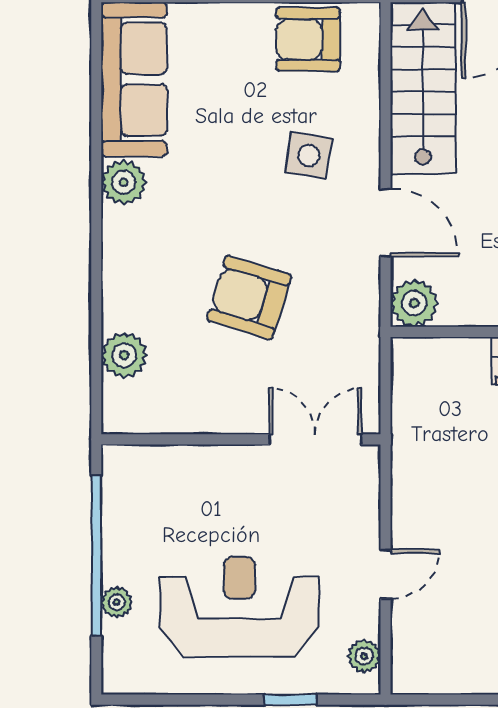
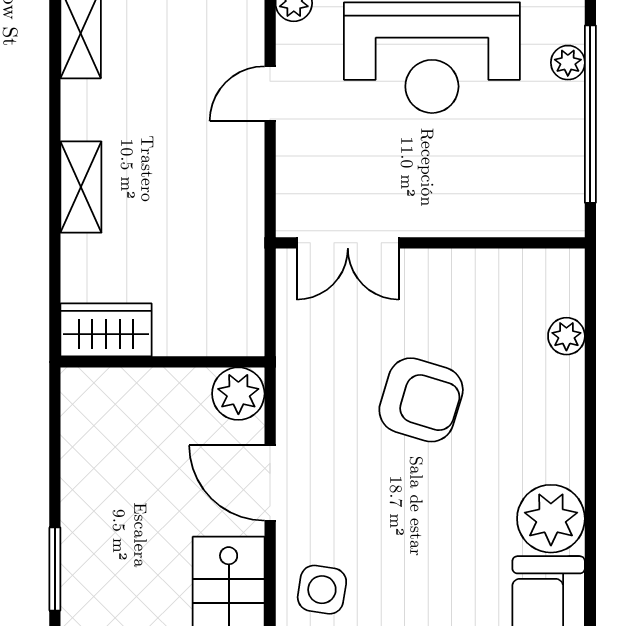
side table: (309, 155) -> (322, 590), moved
plant: (124, 182) -> (551, 519), width x1.36, depth x1.36
plant: (124, 355) -> (566, 336), width x0.73, depth x0.73

